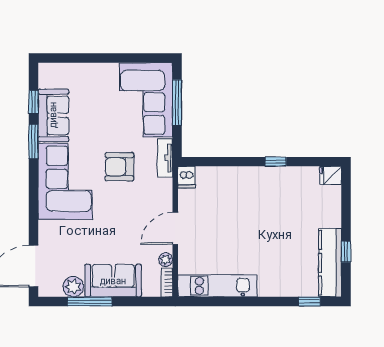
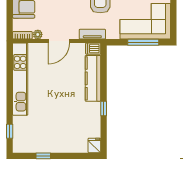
tv unit: (165, 158) -> (92, 34), moved
door: (175, 228) -> (59, 41), swing flipped
kitchen counter: (330, 263) -> (93, 78), moved, turned -90
kitchen unit: (218, 286) -> (20, 79), width x1.36

